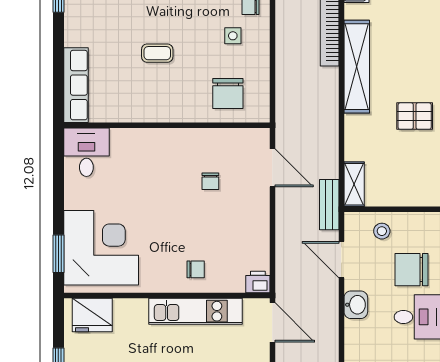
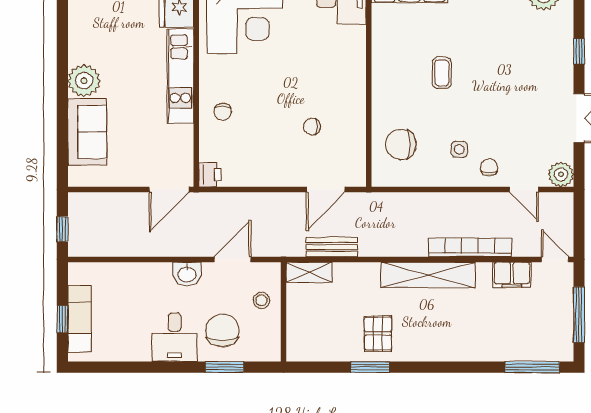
bench: (329, 205) -> (332, 247), moved
kitchen unit: (195, 311) -> (180, 76), moved

